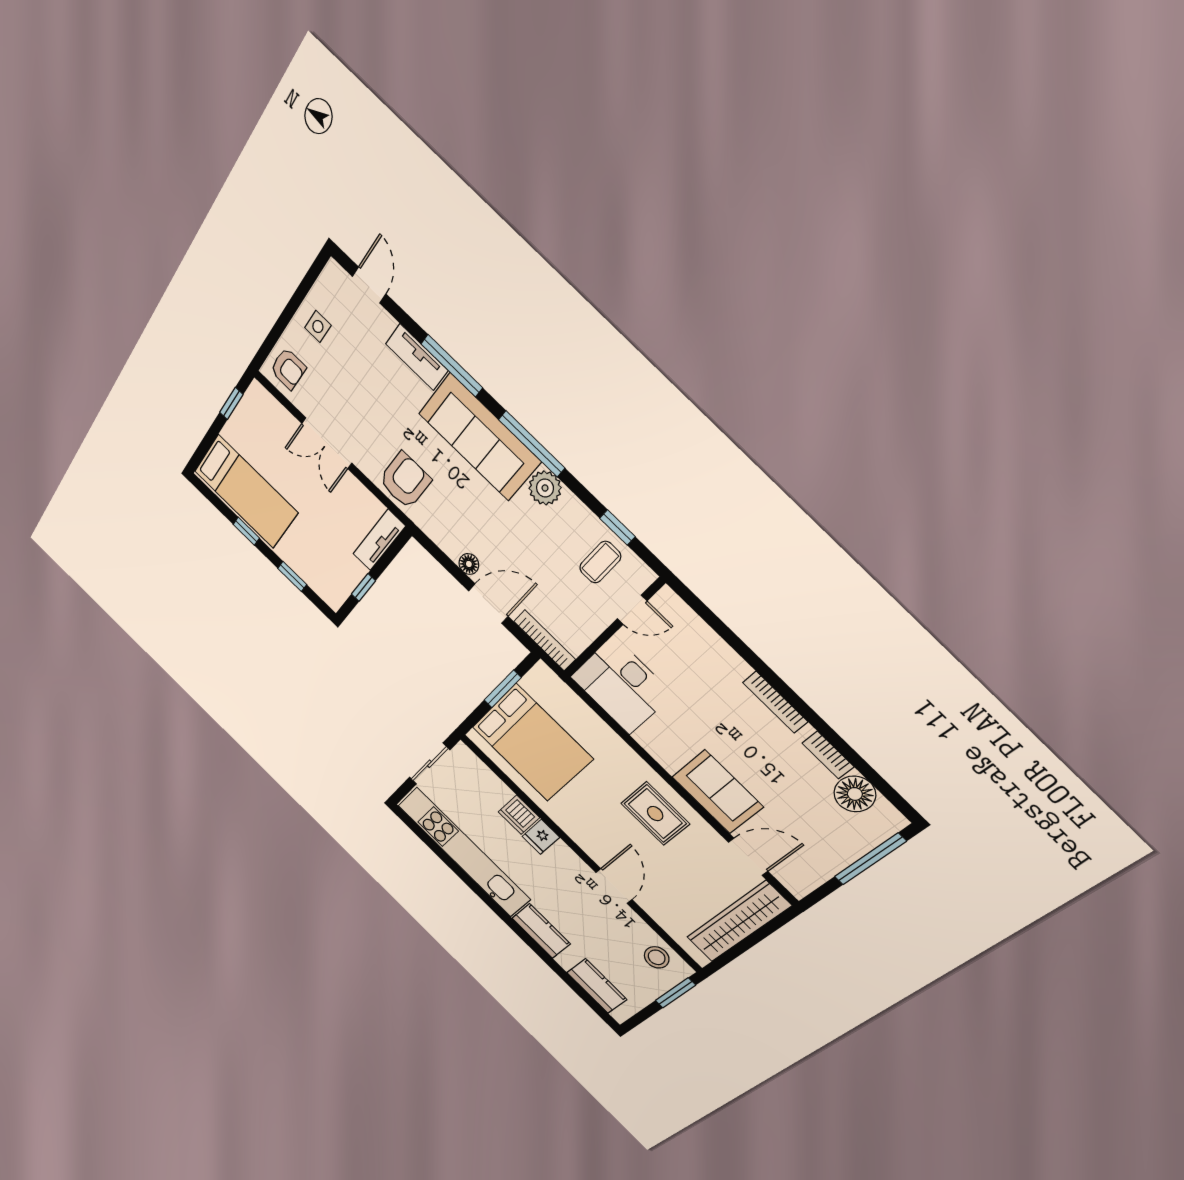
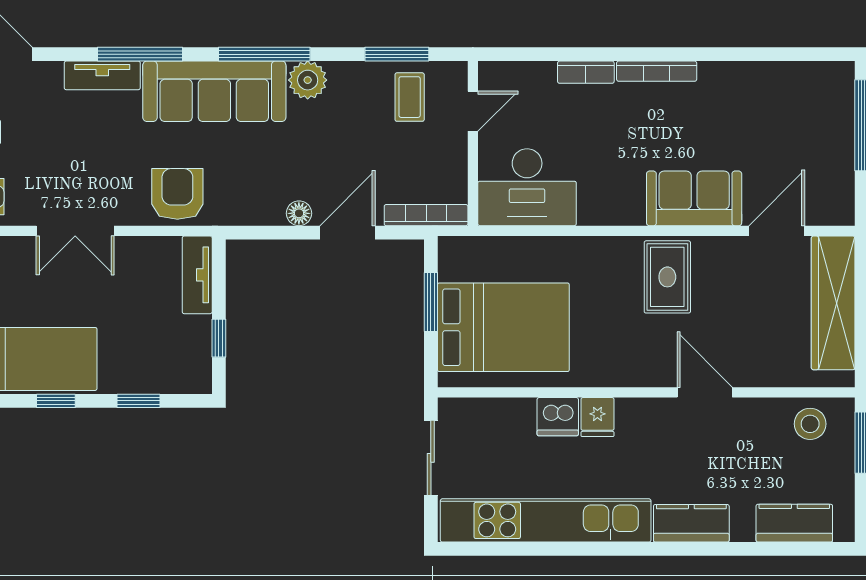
window: (617, 527) -> (397, 54), width x1.50
bookcase: (828, 755) -> (586, 72), moved
floor lamp: (855, 794) -> (792, 83), removed
rug: (655, 814) -> (667, 277), turned 90

